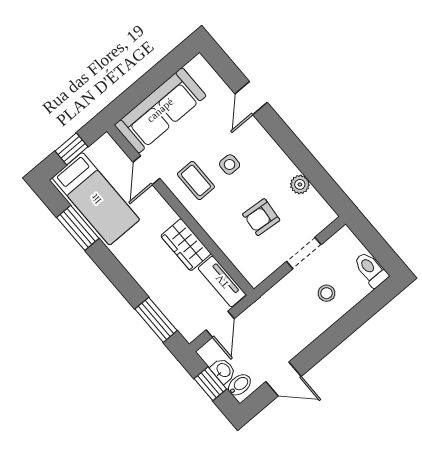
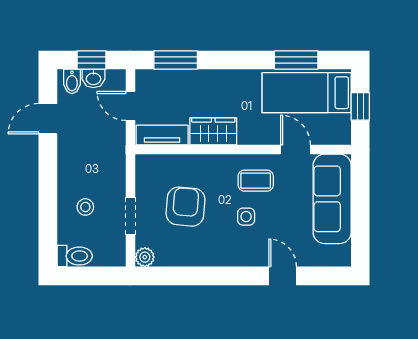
plant: (300, 184) -> (145, 257), moved
armchair: (261, 217) -> (185, 207), width x1.38, depth x1.38

